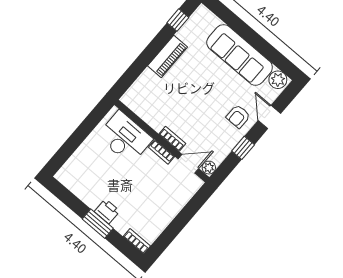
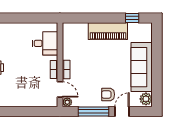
piano: (168, 56) -> (108, 31), width x1.37, depth x1.33
desk: (125, 138) -> (45, 43), width x0.73
window: (243, 148) -> (93, 111), width x2.17

